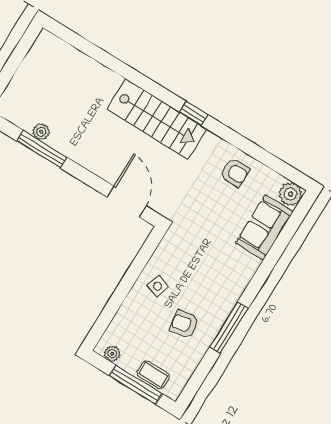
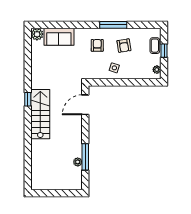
armchair: (235, 172) -> (97, 45), moved
window: (136, 385) -> (164, 51), width x0.46

